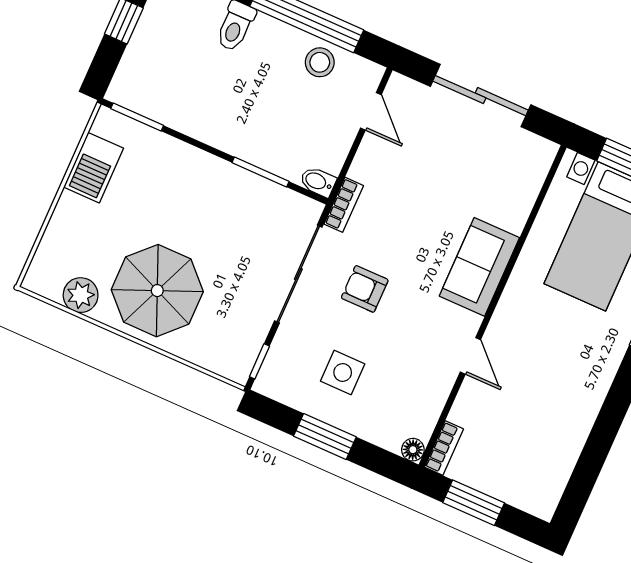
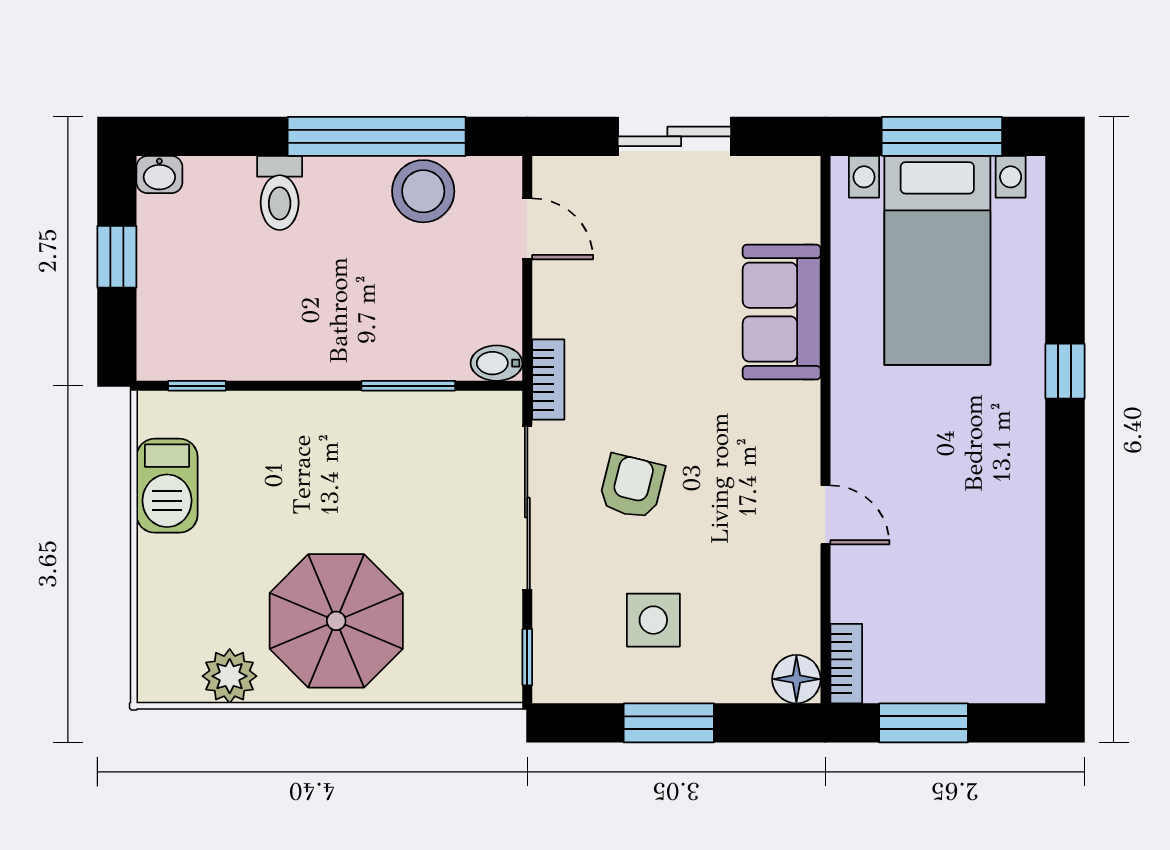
stool: (320, 62) -> (423, 191), width x1.38, depth x1.38
sliding door: (481, 96) -> (674, 136), width x0.73
window: (137, 117) -> (197, 386), width x0.67
sofa: (479, 267) -> (782, 312), moved
armchair: (365, 289) -> (632, 487), turned 104
floor lamp: (413, 450) -> (796, 679), width x1.37, depth x1.37

